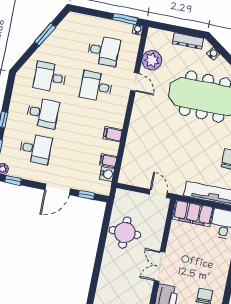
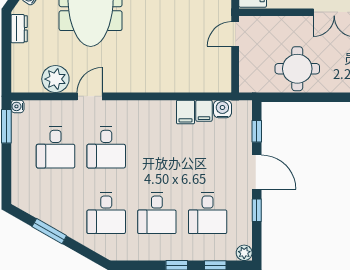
dresser: (188, 41) -> (19, 29), width x0.70
desk: (103, 51) -> (56, 147), turned 180
desk: (43, 113) -> (157, 213), turned 180
filing cabinet: (113, 134) -> (185, 112), moved
desk: (36, 149) -> (208, 213), turned 180
window: (13, 180) -> (257, 210), moved

